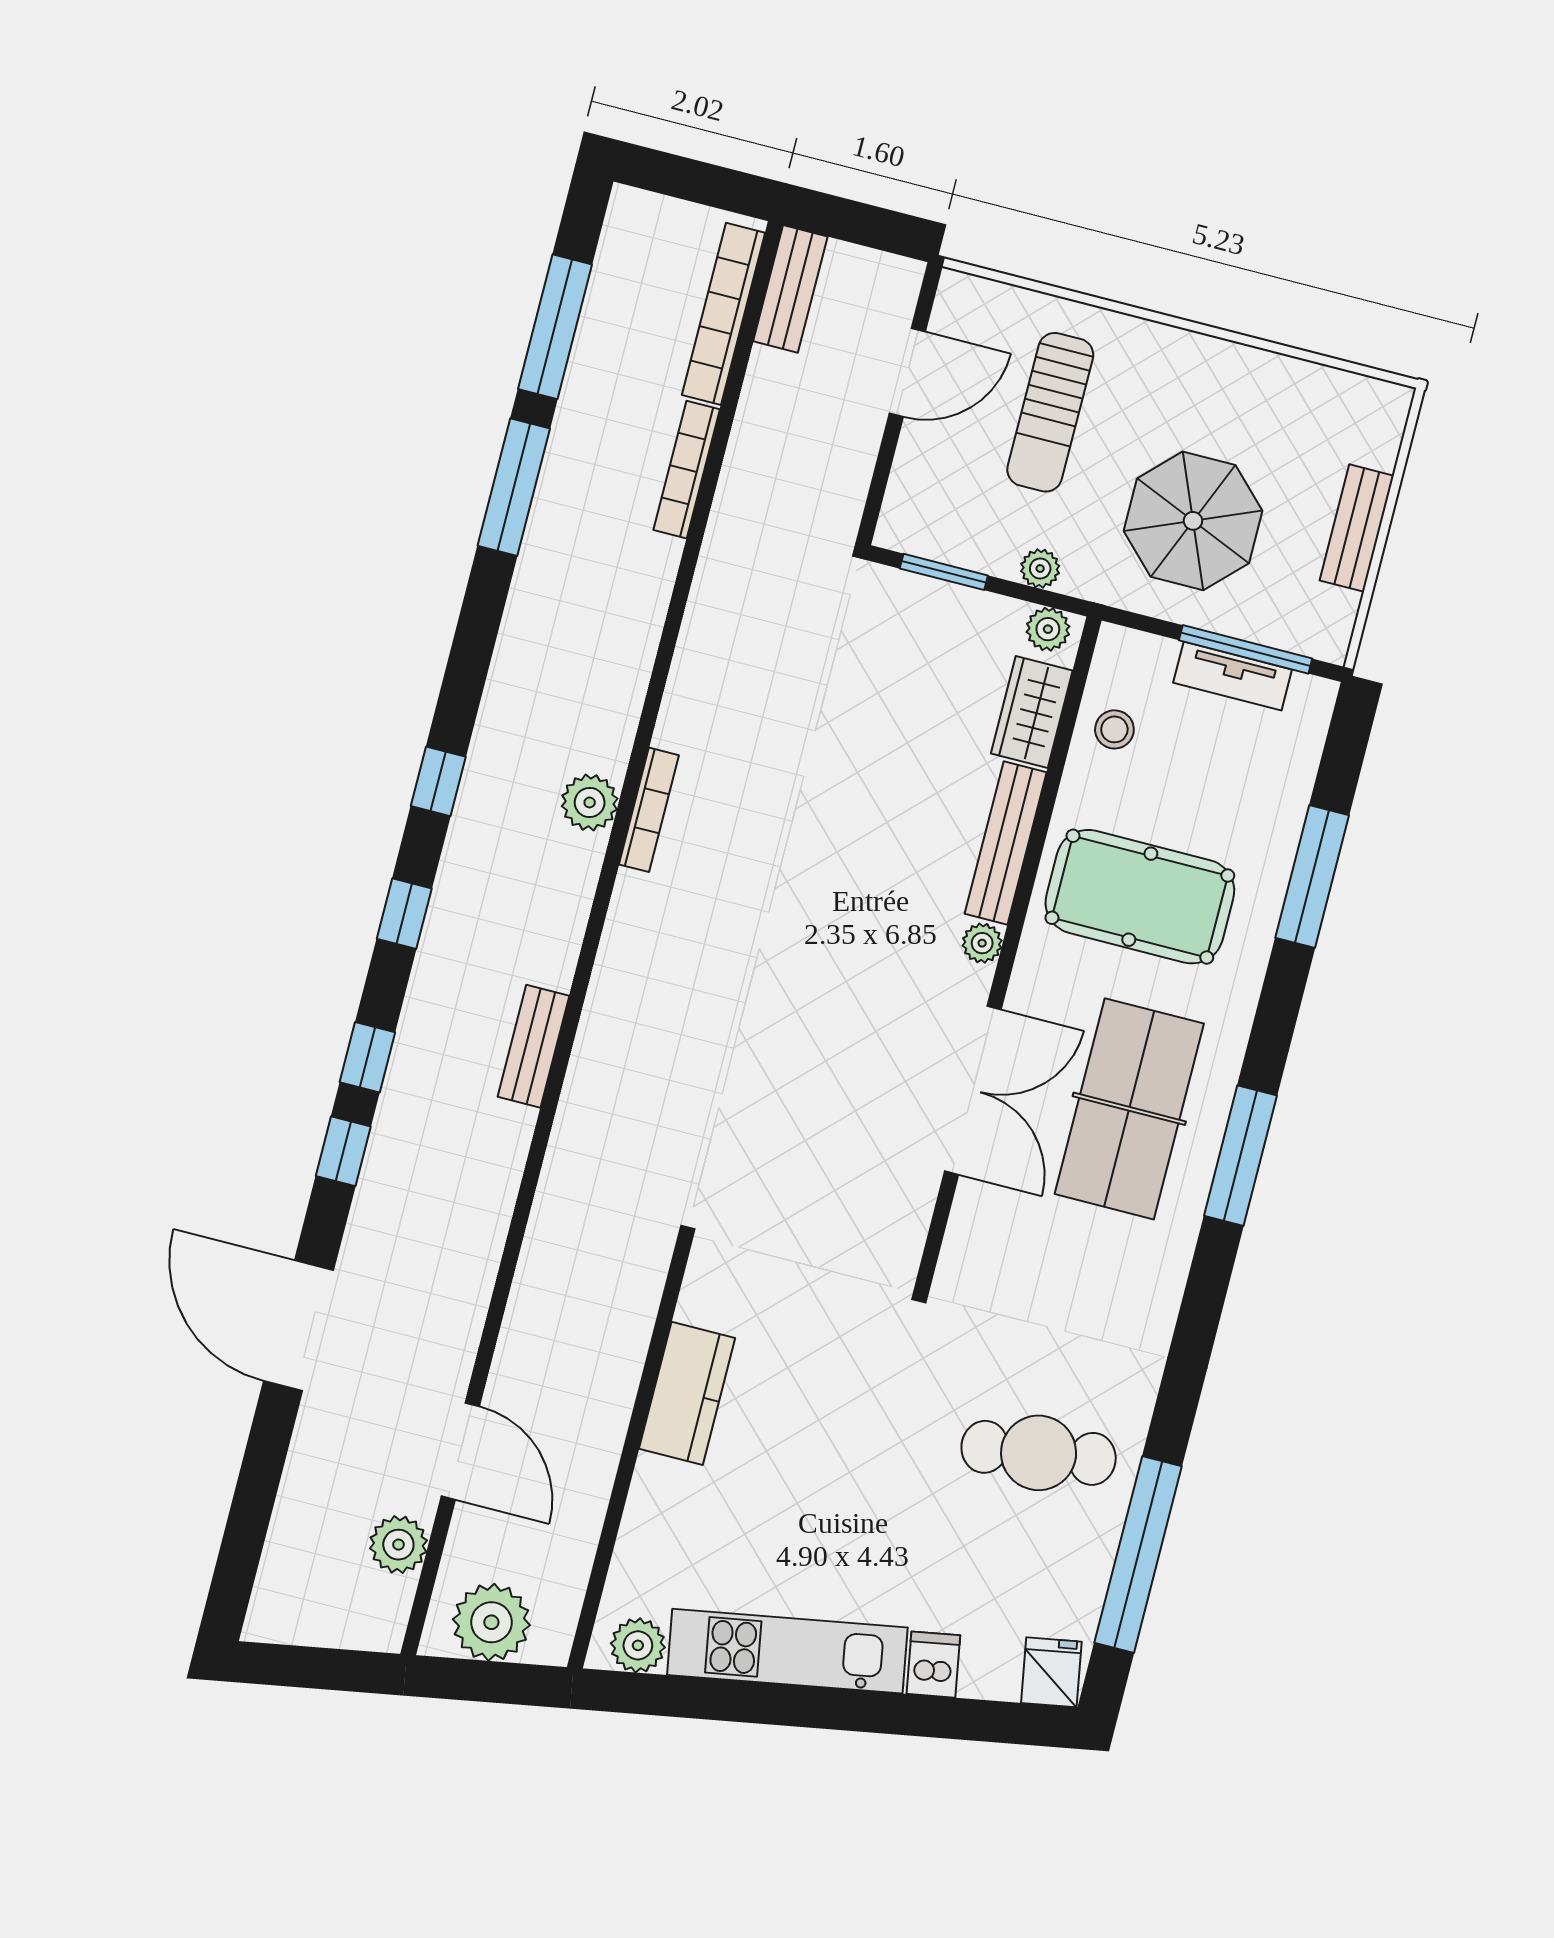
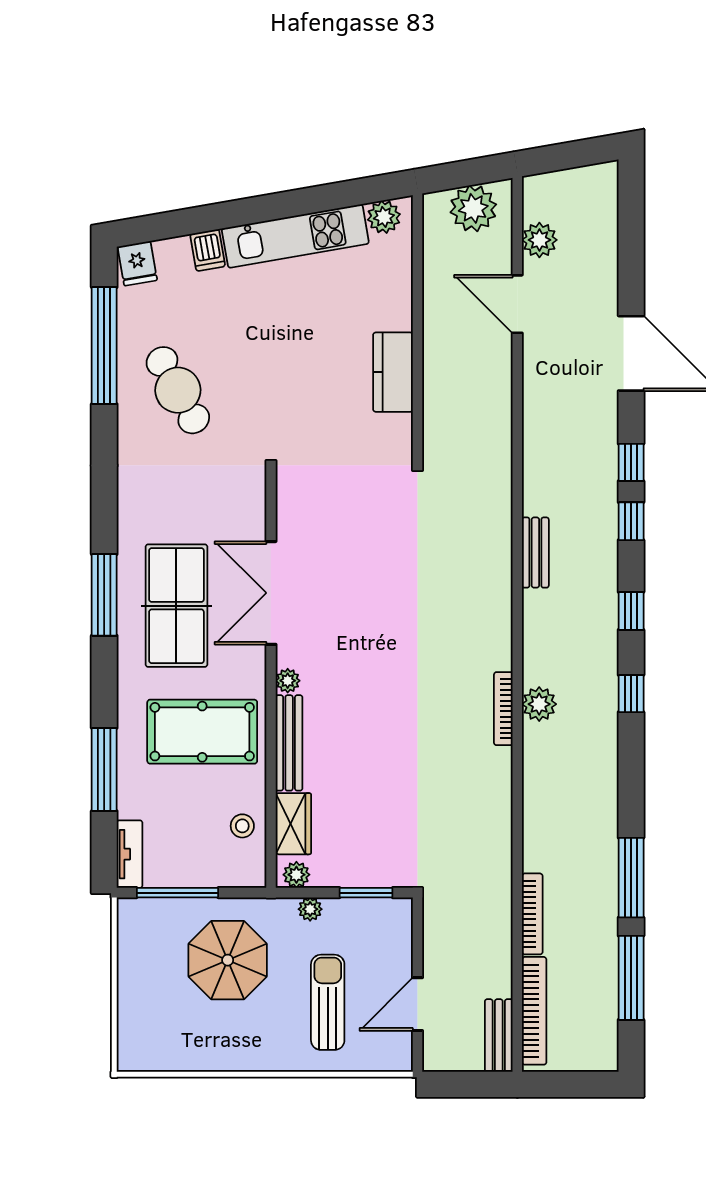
bench: (1357, 528) -> (131, 981), removed
tv unit: (1233, 676) -> (130, 854), moved, turned 90
cafe table: (1039, 1453) -> (178, 390), turned 69

